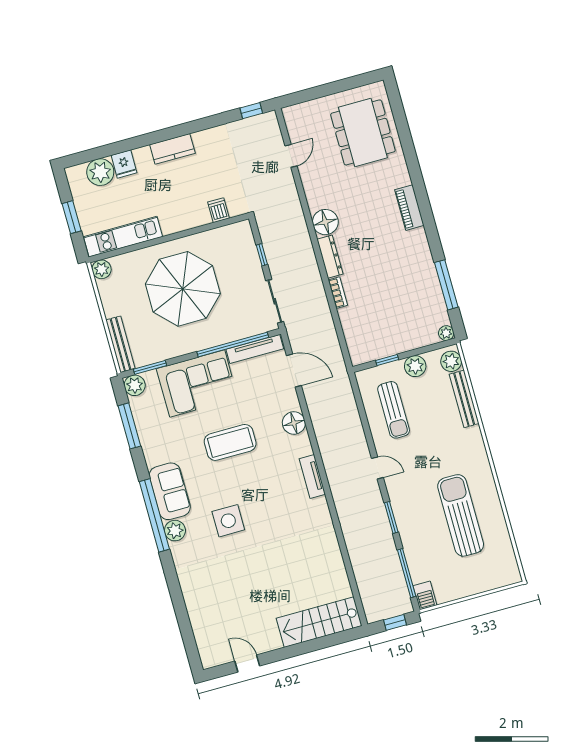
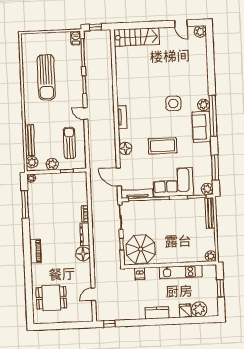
dining table: (363, 132) -> (51, 298), width x0.73
kitchen unit: (123, 237) -> (181, 272), moved
parasol: (183, 289) -> (141, 249), moved, width x0.73, depth x0.73
plant: (210, 657) -> (200, 32), added

